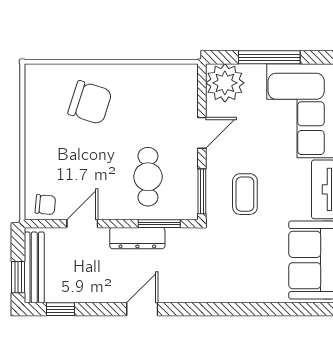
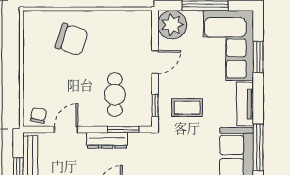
window: (202, 191) -> (155, 105), width x0.67
coffee table: (245, 194) -> (187, 108), turned 90
chair: (45, 205) -> (38, 115), turned -84

